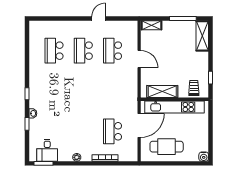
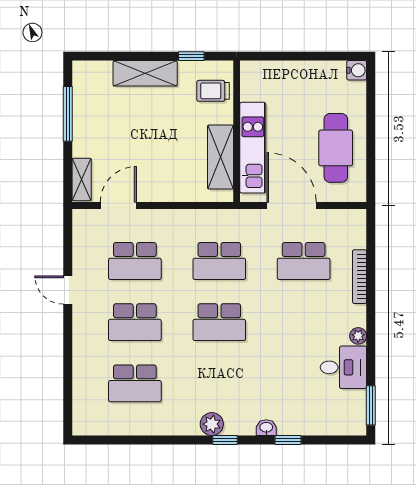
shelving: (202, 36) -> (145, 73), moved
door: (139, 59) -> (118, 206), moved
plant: (35, 87) -> (212, 424), added
school desk: (83, 91) -> (219, 322), added
school desk: (113, 91) -> (219, 261), added
kitchen unit: (175, 107) -> (253, 148), width x0.73
desk: (47, 150) -> (343, 367), moved

